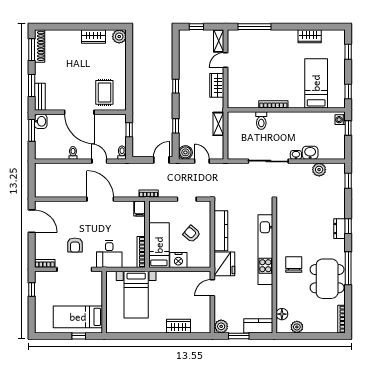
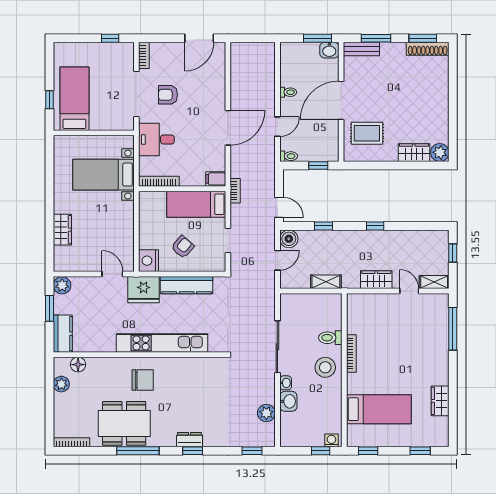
wardrobe: (94, 37) -> (414, 153), moved, turned 90
stool: (284, 124) -> (325, 367), added
bed: (159, 245) -> (196, 204), moved, turned 180
nightstand: (178, 260) -> (149, 261), moved

